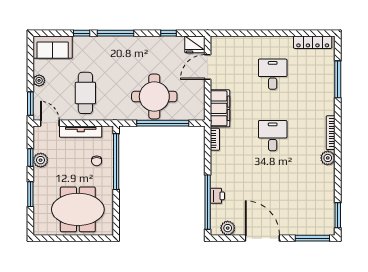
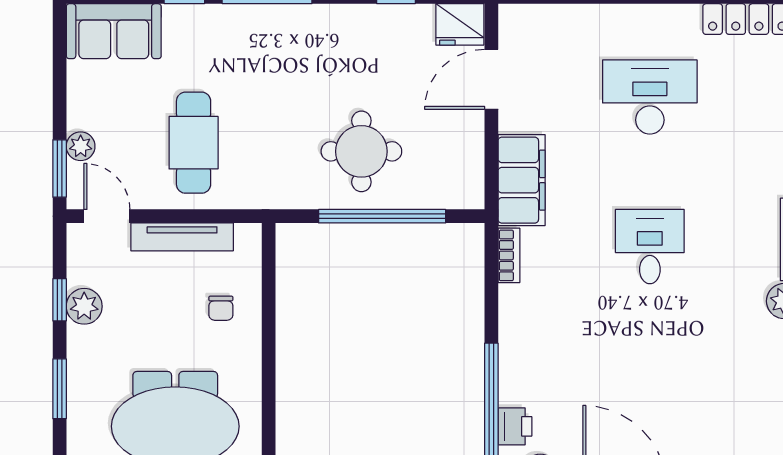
desk: (273, 74) -> (650, 97), width x1.37
plant: (39, 80) -> (81, 146), moved
round table: (154, 97) -> (361, 151), width x0.73, depth x0.73
window: (116, 162) -> (269, 310), removed
printer: (217, 196) -> (515, 426), moved

